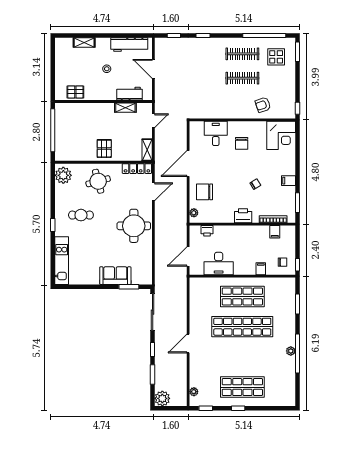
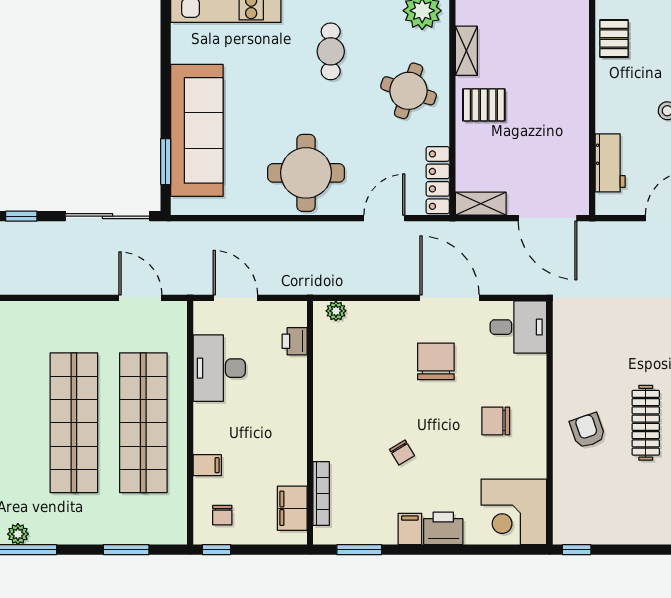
armchair: (263, 105) -> (588, 430), moved
shelving: (125, 108) -> (466, 51), moved
door: (153, 121) -> (548, 218), width x1.88
desk: (216, 133) -> (518, 327), moved
round table: (98, 181) -> (409, 91), turned 33
door: (153, 192) -> (384, 218), swing flipped
chair: (205, 192) -> (436, 361), moved
printer: (243, 216) -> (443, 528), moved, turned -90
filing cabinet: (275, 232) -> (292, 508), width x2.00
sofa: (115, 276) -> (197, 130), width x1.85, depth x1.27
shop shelf: (242, 296) -> (143, 423), width x1.40
door: (188, 344) -> (140, 298), moved

